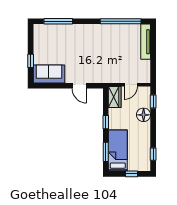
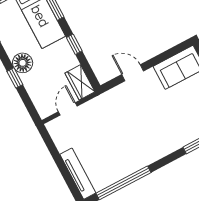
window: (153, 102) -> (15, 78), moved
floor lamp: (144, 115) -> (23, 63), moved

